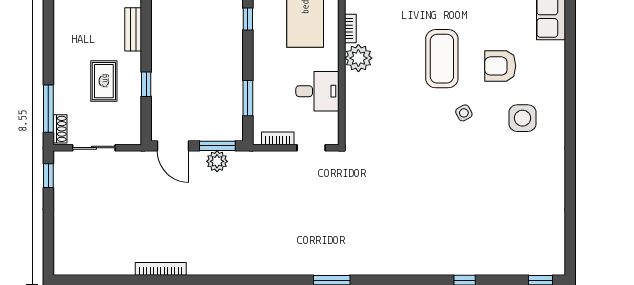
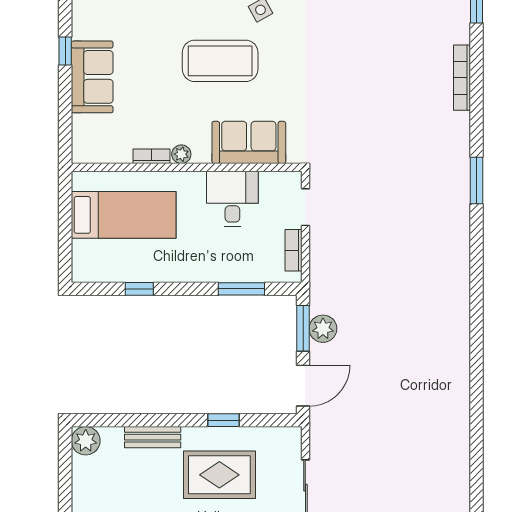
plant: (358, 58) -> (181, 154), width x0.53, depth x0.53
coffee table: (442, 59) -> (220, 61), moved
rug: (104, 81) -> (219, 475), width x1.36, depth x1.43
sofa: (361, 104) -> (249, 142), added
bookcase: (161, 269) -> (462, 78), moved

